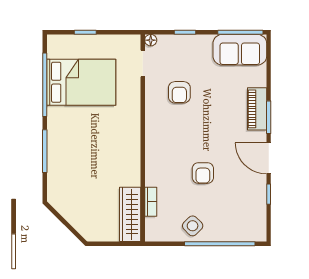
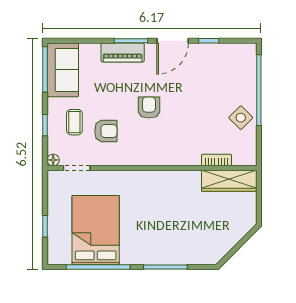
coffee table: (188, 61) -> (74, 122), added
armchair: (203, 173) -> (149, 108), moved, turned -90

